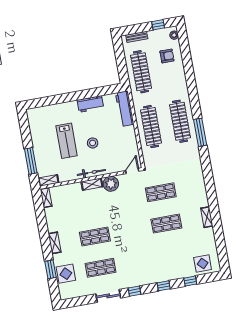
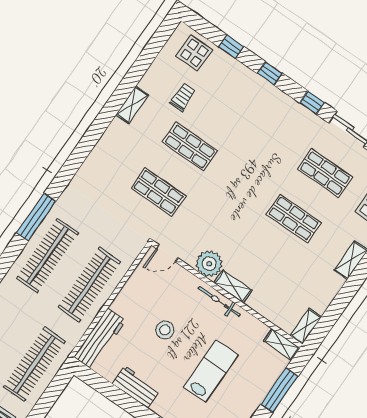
stool: (93, 143) -> (165, 330), moved
trolley: (189, 241) -> (183, 97), added

